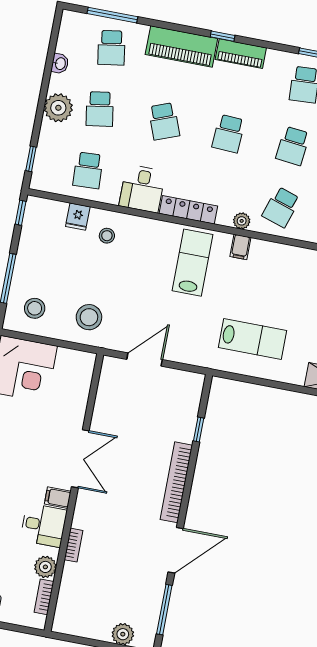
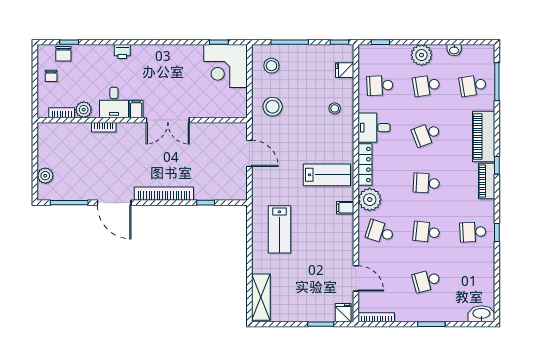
fridge: (78, 217) -> (345, 70), moved
plant: (242, 221) -> (370, 200), width x1.87, depth x1.87

